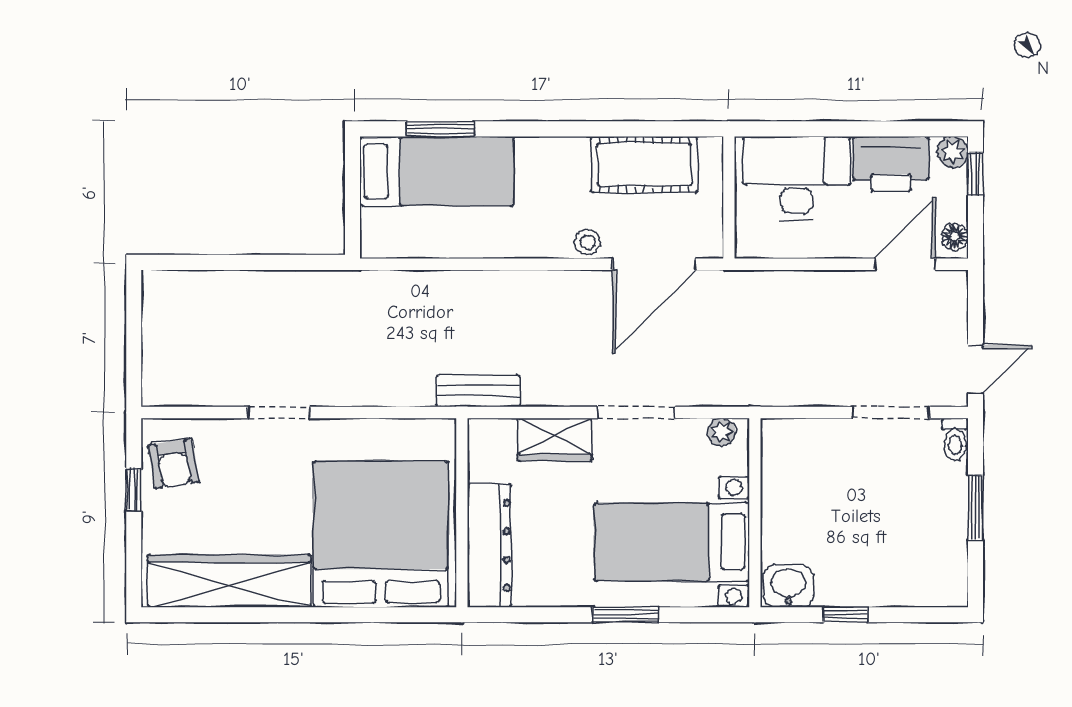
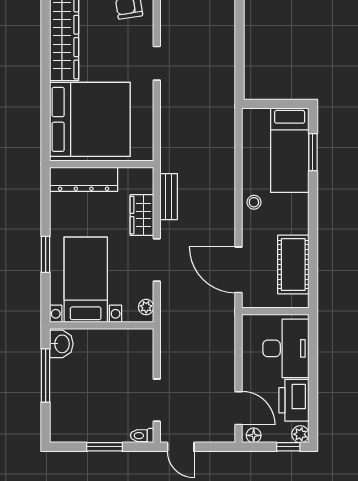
stool: (588, 242) -> (254, 202), moved
bench: (478, 391) -> (169, 197), moved
window: (846, 615) -> (46, 375), width x2.17

